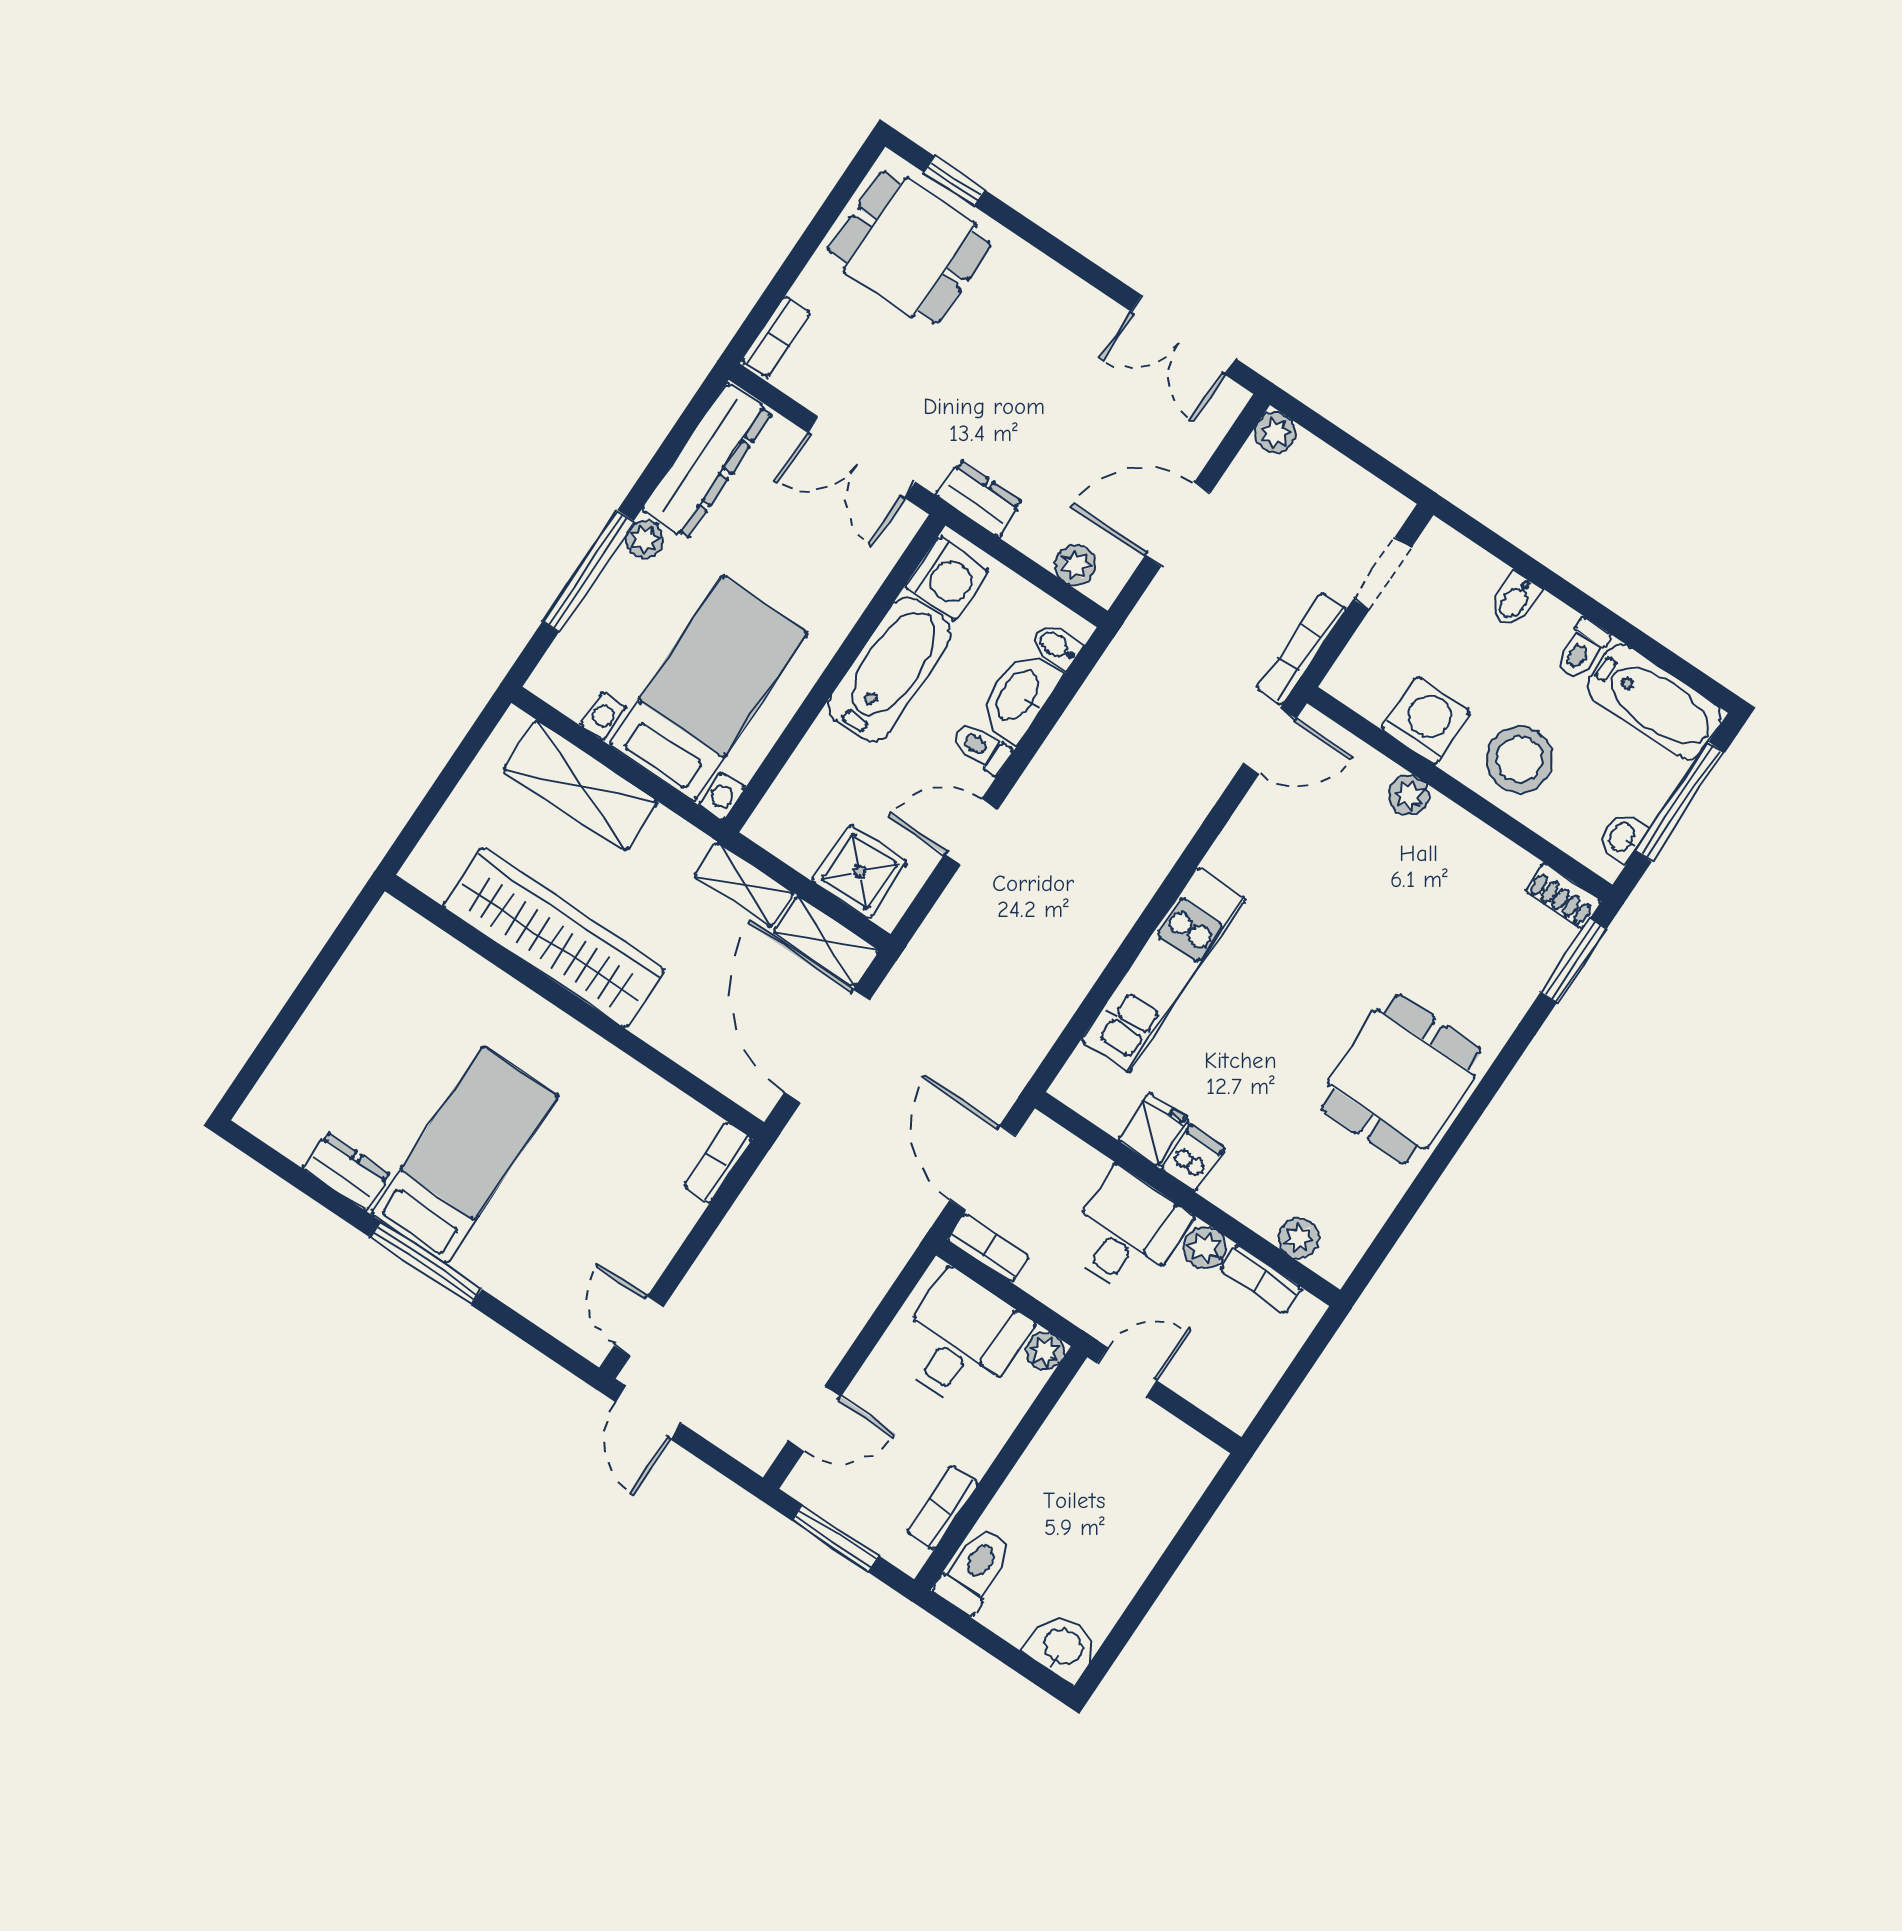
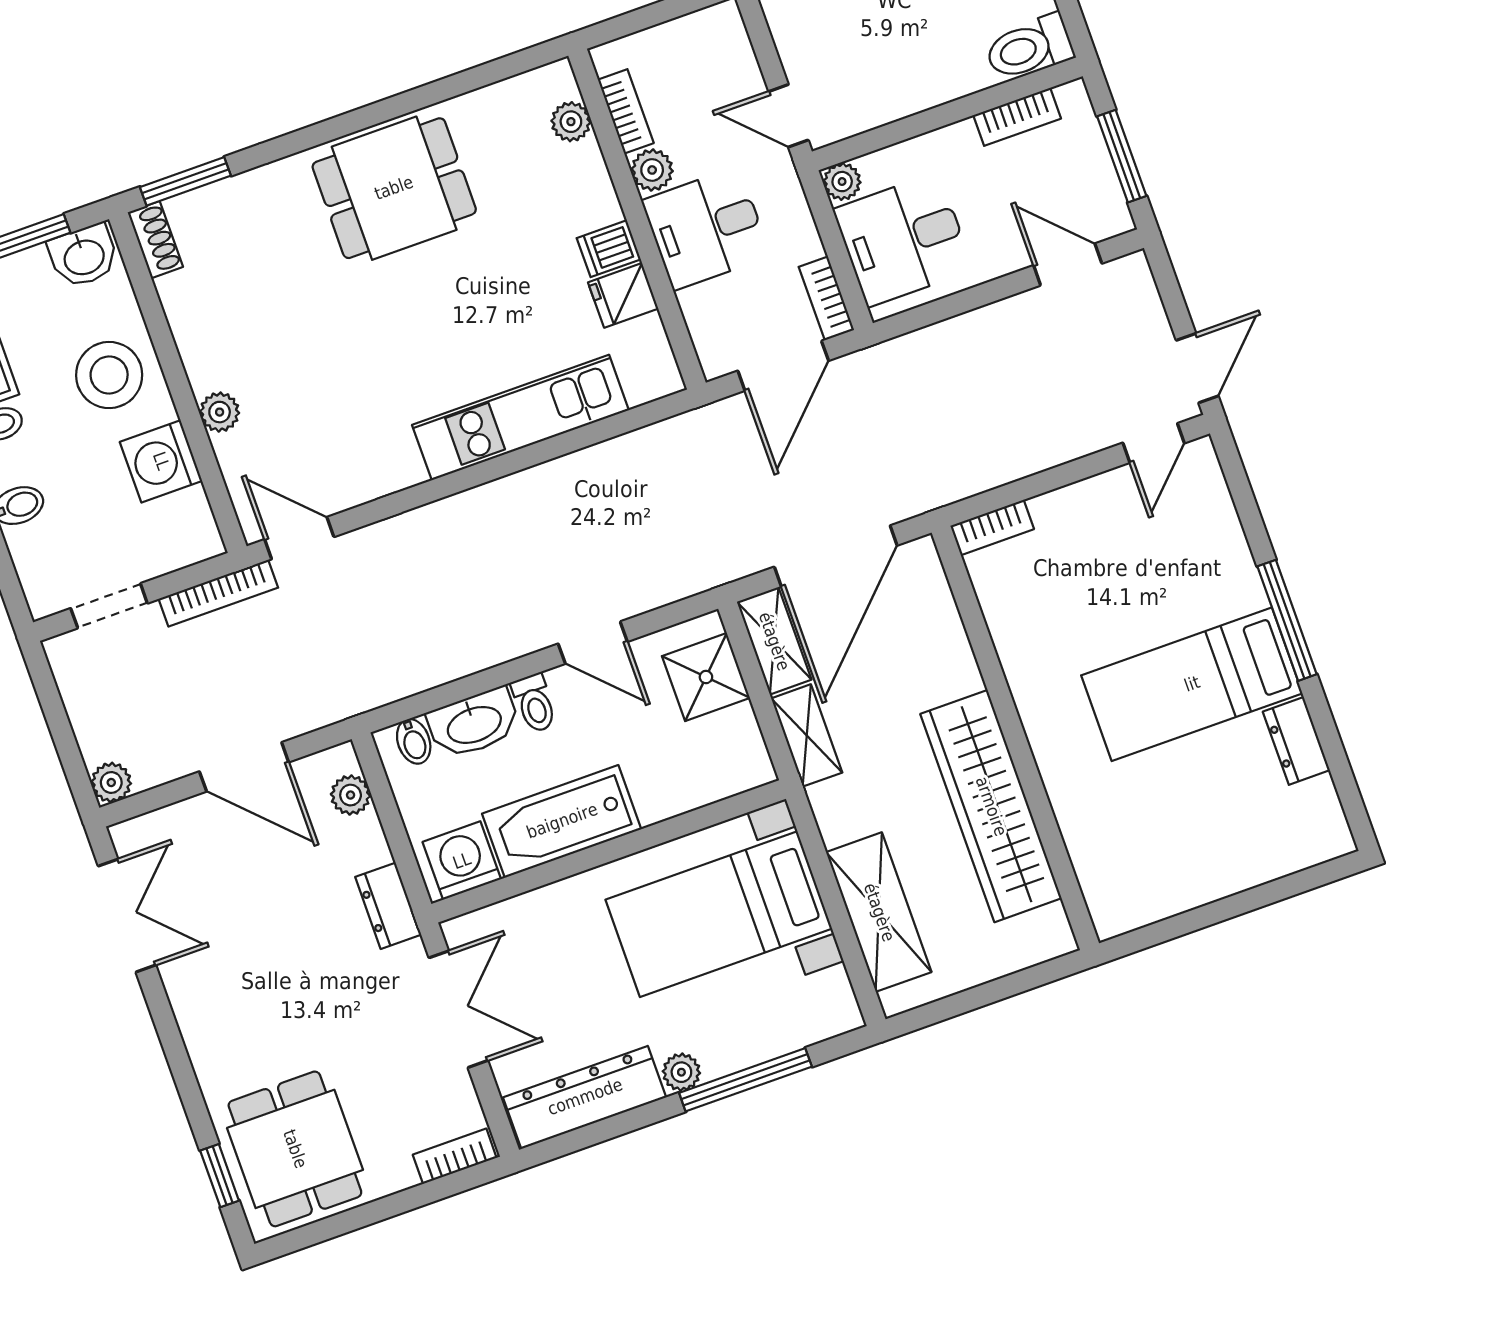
washbasin: (1622, 837) -> (84, 256), width x1.38, depth x1.45

